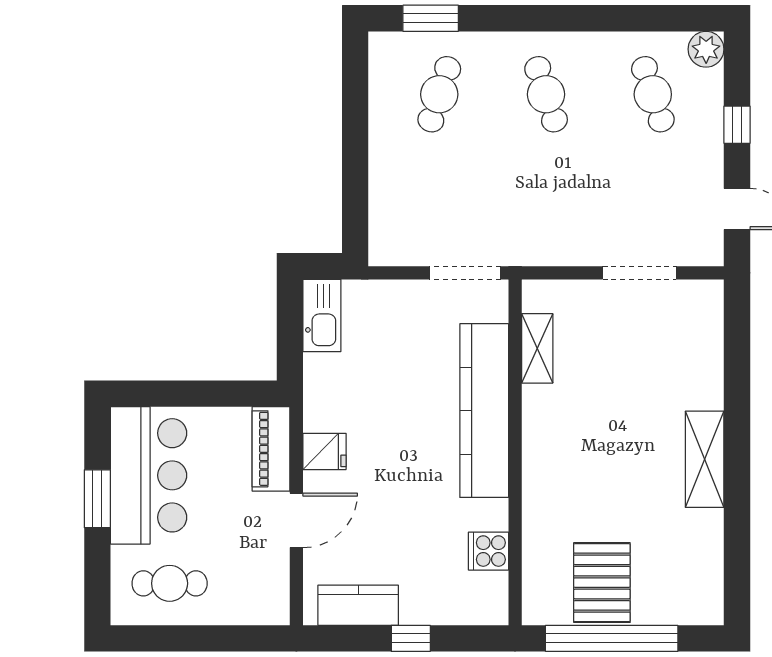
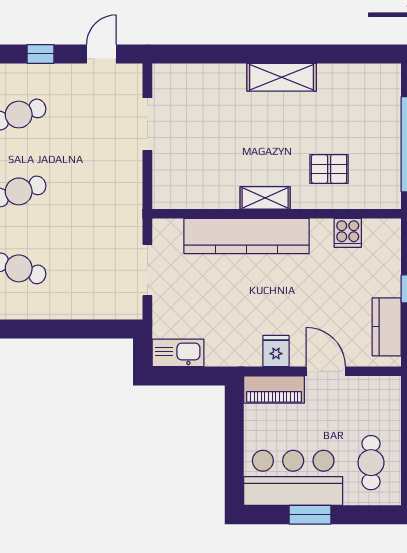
doorway: (465, 273) -> (147, 270), moved
shelving: (537, 348) -> (265, 198), moved
pallet: (602, 583) -> (329, 169), moved, width x0.67, depth x0.71

